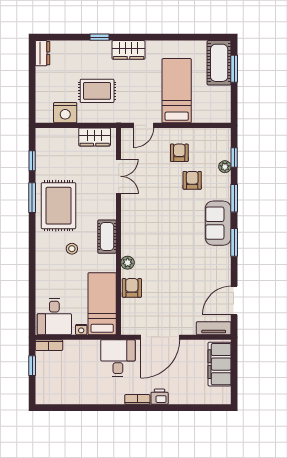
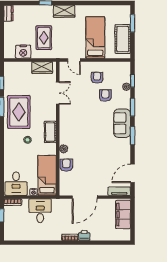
cot: (219, 63) -> (123, 39), moved
rug: (97, 91) -> (44, 38), turned 90
door: (144, 125) -> (74, 60), hinge flipped
desk: (118, 358) -> (40, 211), moved

